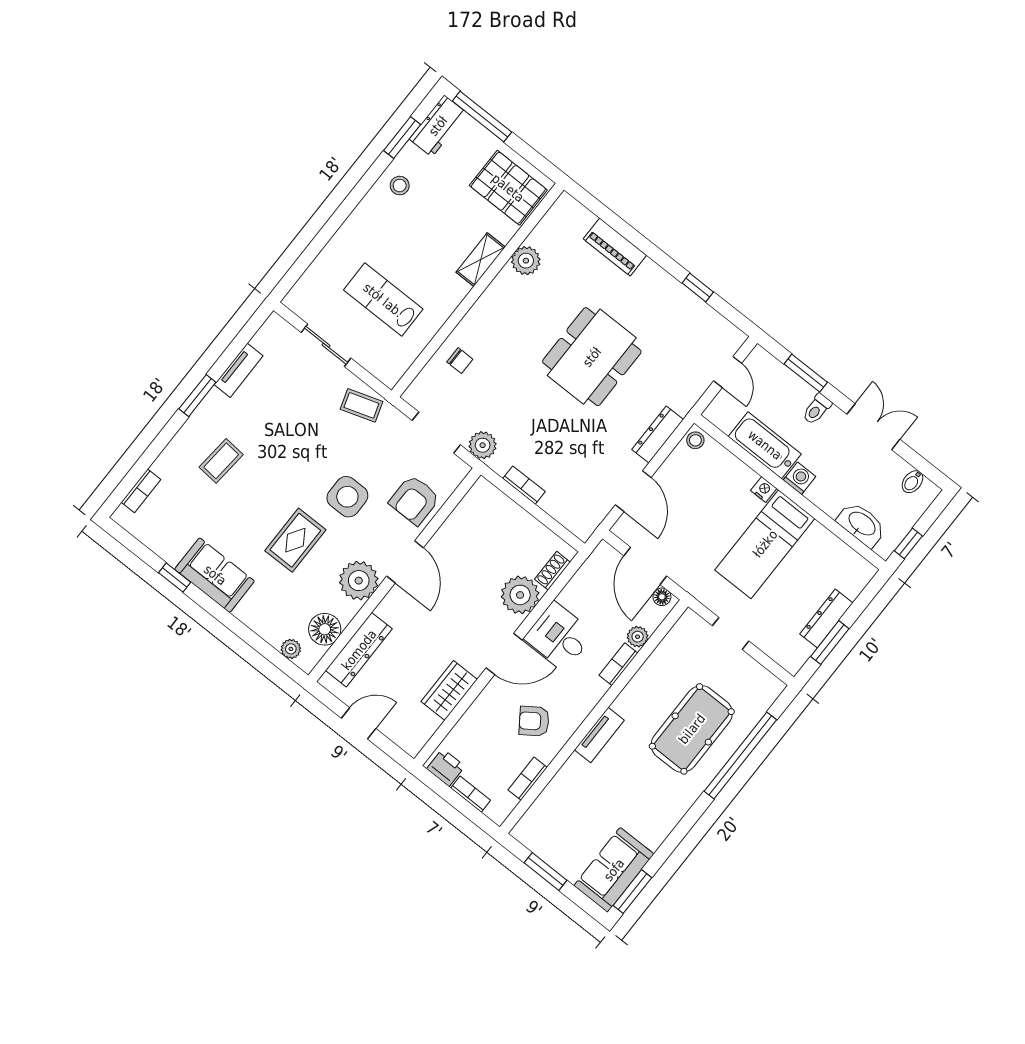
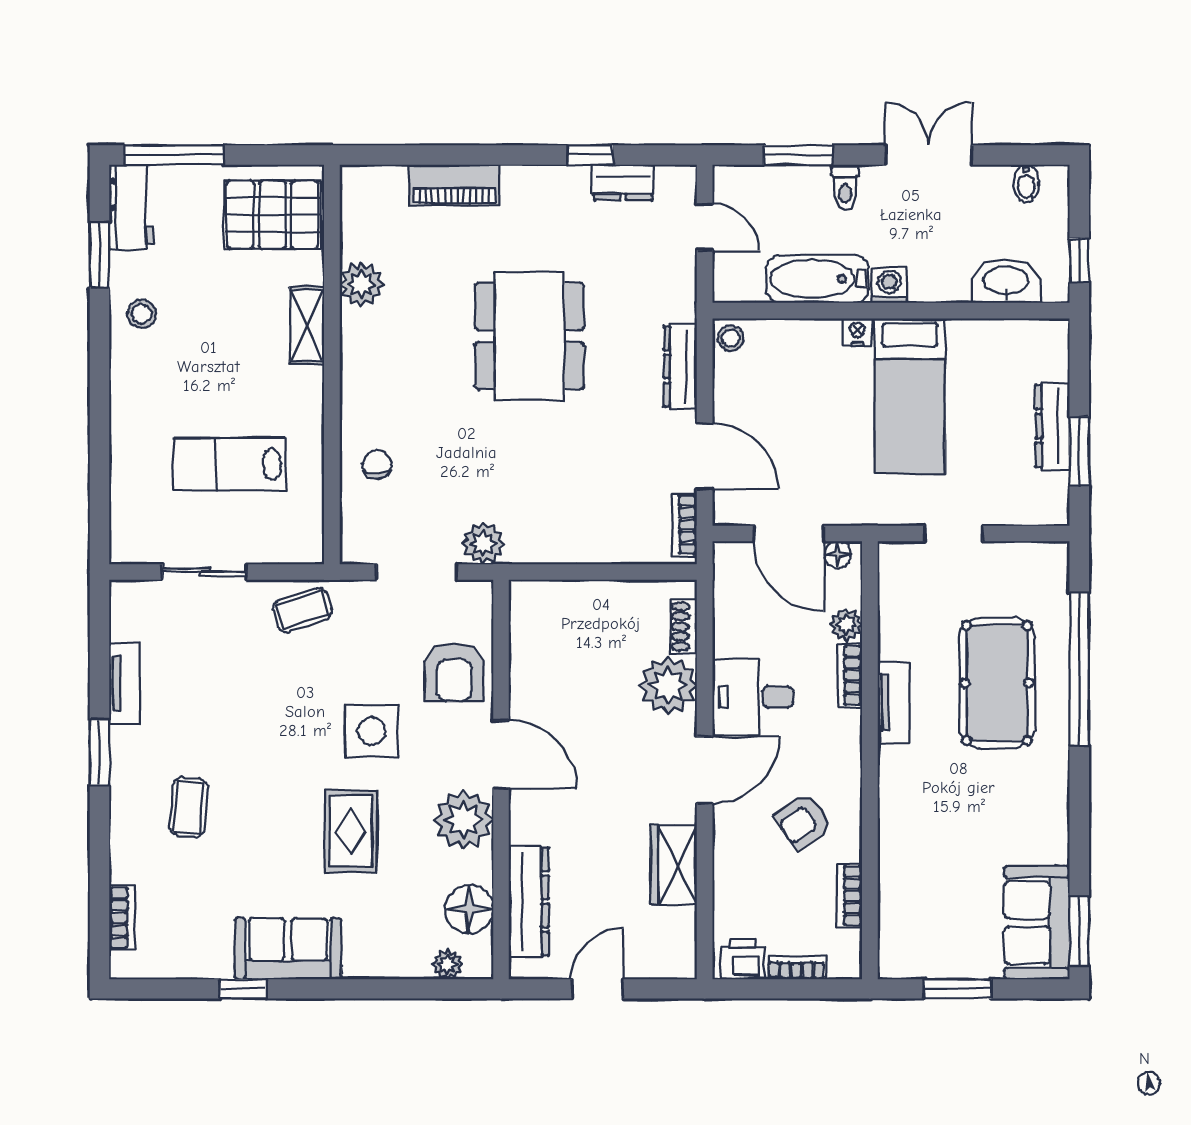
dresser: (704, 315) -> (623, 182), added
chair: (460, 361) -> (377, 465), turned -91
bookcase: (524, 485) -> (684, 525), moved, turned -90
tv unit: (599, 735) -> (893, 703), moved

